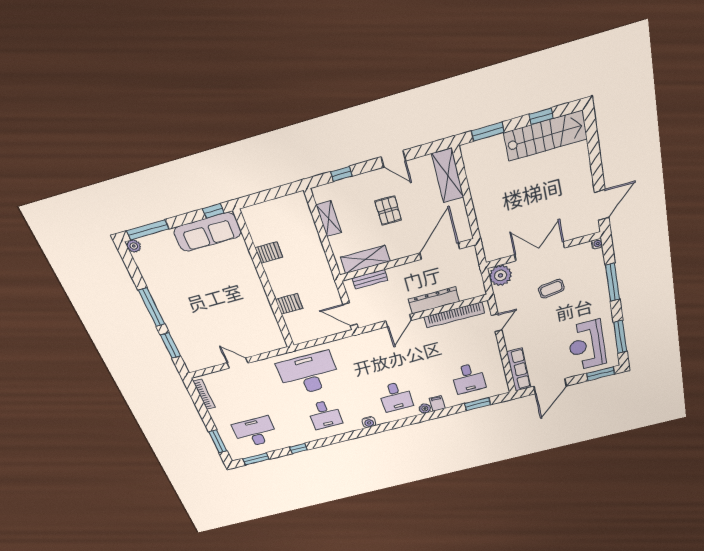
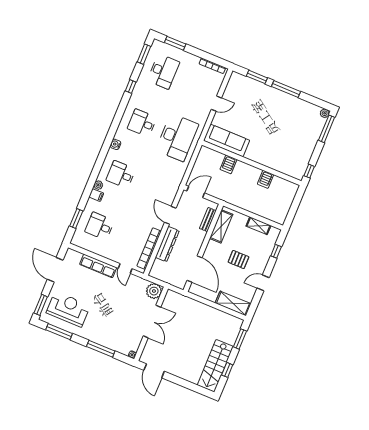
sofa: (208, 232) -> (227, 140), moved, turned 90
coffee table: (551, 289) -> (123, 313), removed
row of seats: (519, 370) -> (98, 266), moved

